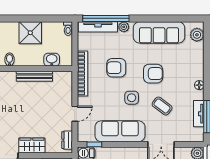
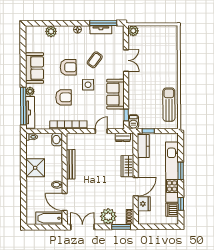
sofa: (159, 32) -> (35, 68), width x0.73
plant: (197, 35) -> (51, 31), moved
washbasin: (52, 60) -> (57, 140), moved
armchair: (116, 68) -> (64, 97), turned -90
armchair: (153, 74) -> (68, 67), turned 90
door: (75, 114) -> (101, 131), hinge flipped
sofa: (120, 131) -> (115, 94), width x0.73

